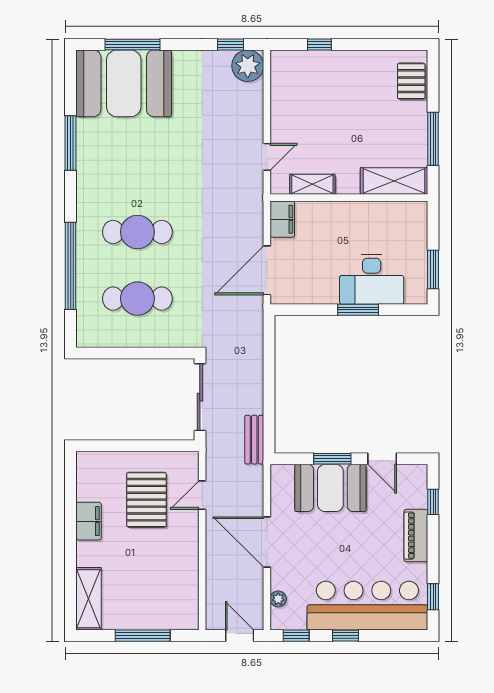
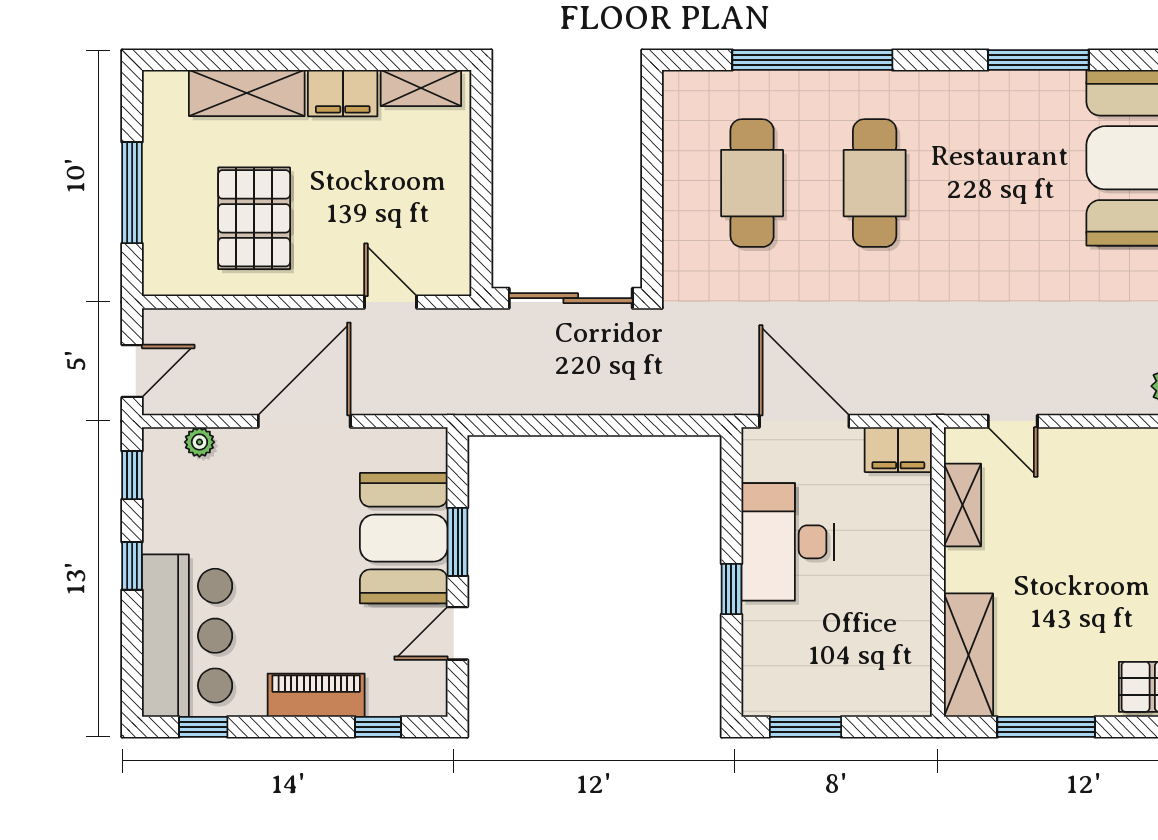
desk: (372, 279) -> (788, 542), moved
window: (358, 310) -> (731, 589), width x0.67
bench: (254, 440) -> (493, 398), removed
shelving: (86, 479) -> (421, 88), added
pallet: (146, 500) -> (254, 218), moved, turned 90
shelving: (89, 599) -> (247, 93), moved
bar counter: (367, 606) -> (187, 636), width x0.73

